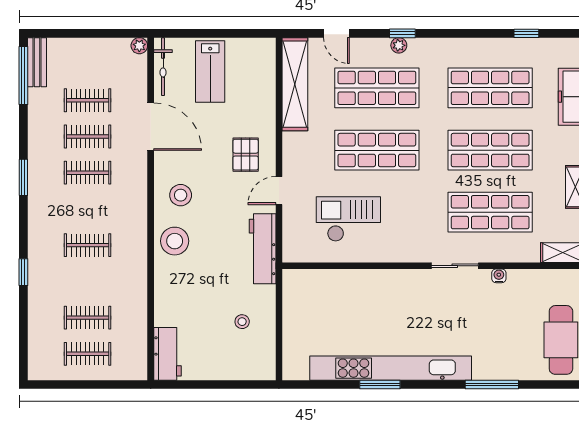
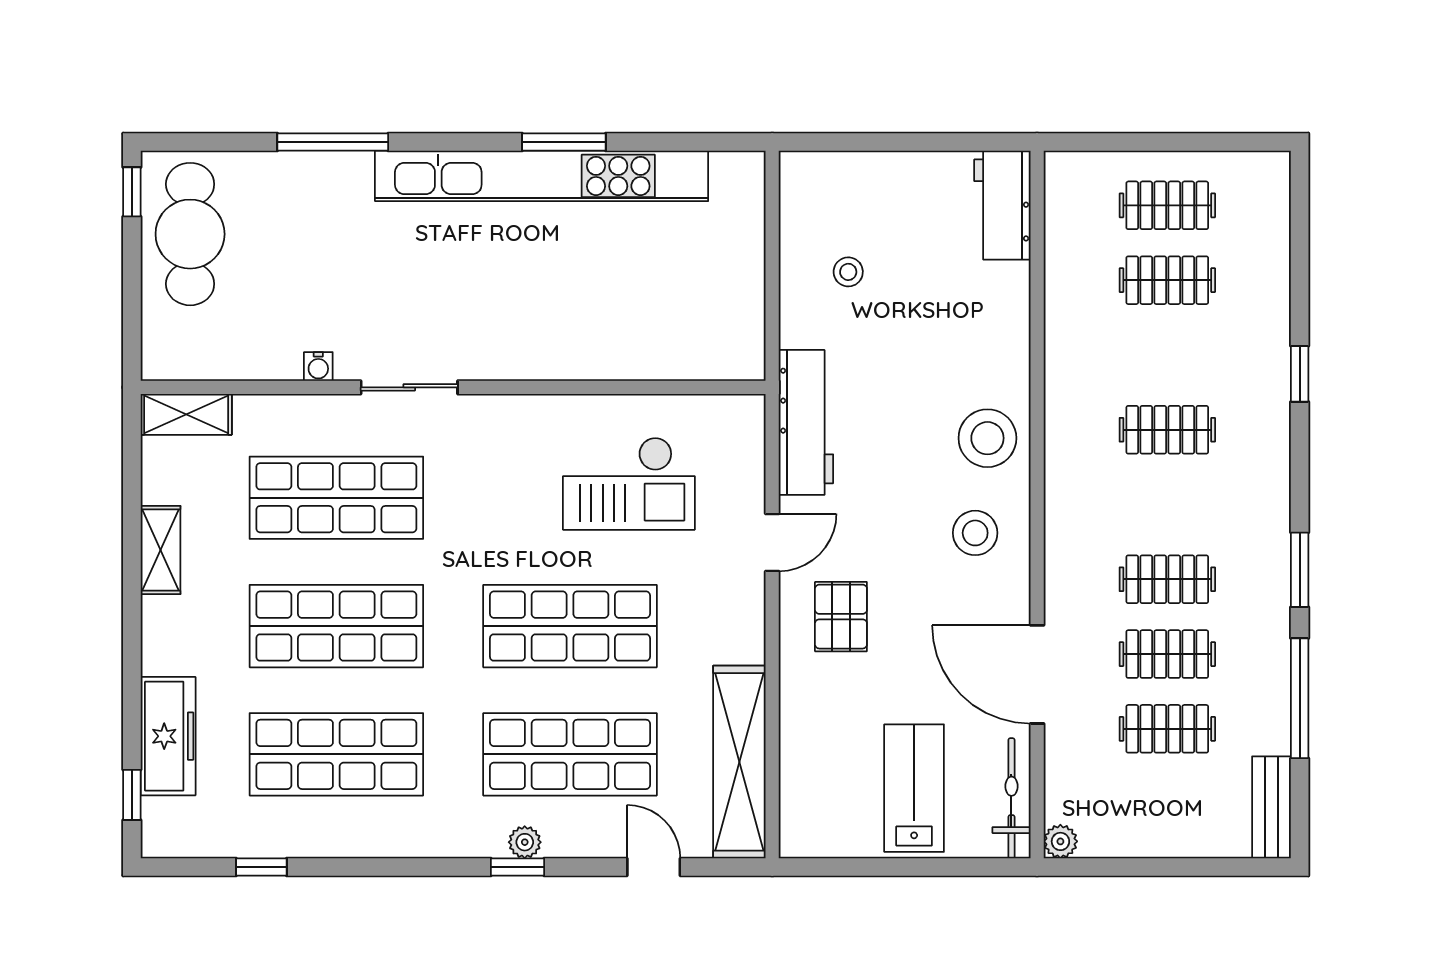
window: (23, 75) -> (1300, 698), moved

